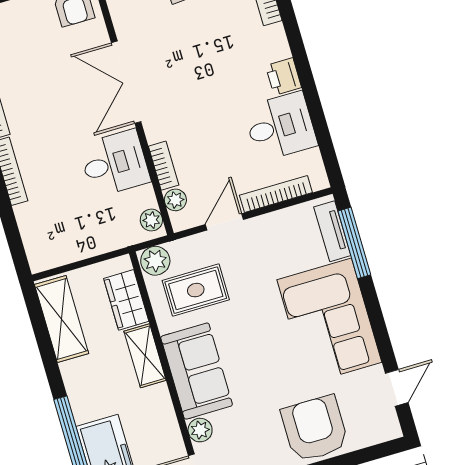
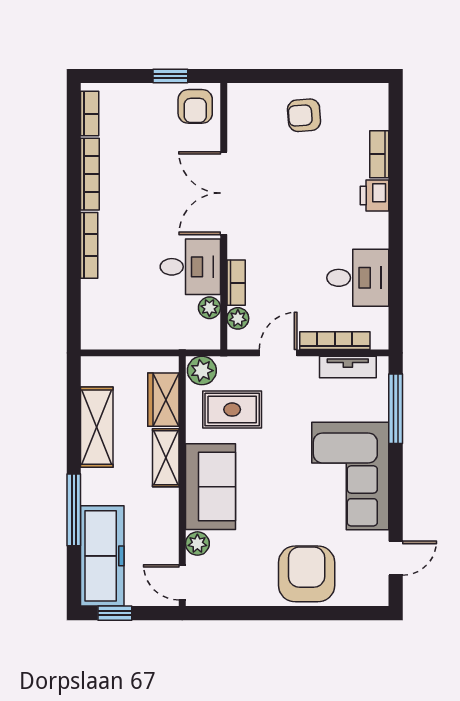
printer: (283, 77) -> (375, 196), moved
plant: (151, 220) -> (209, 308), moved
tv unit: (332, 231) -> (348, 367), moved, turned -90
shelving: (62, 319) -> (97, 427), moved

